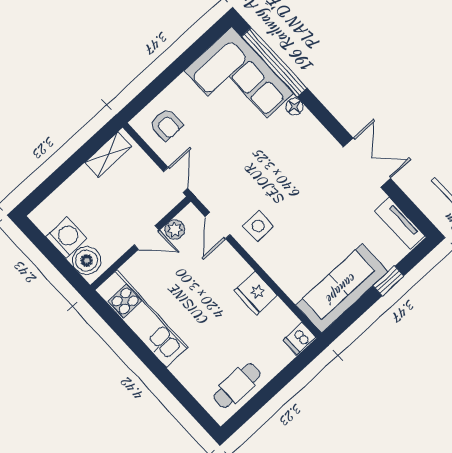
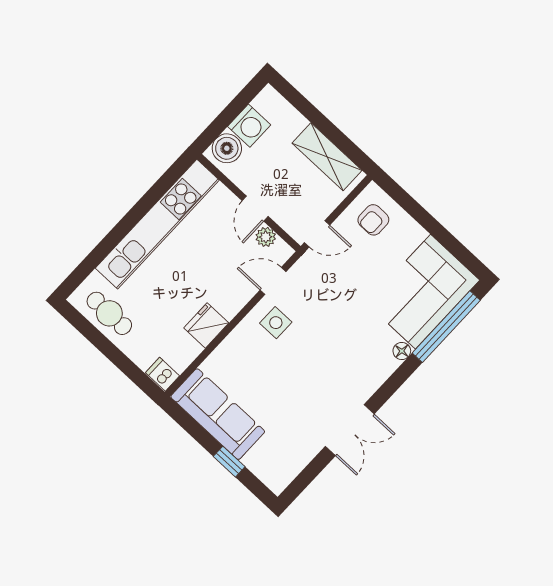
shelving: (108, 154) -> (327, 157), width x1.50, depth x1.33
tv unit: (400, 223) -> (290, 469), removed
kitchen unit: (142, 319) -> (157, 224), width x1.36

